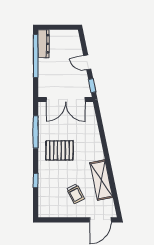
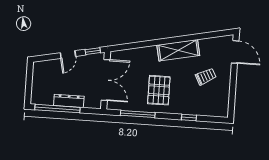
dresser: (44, 44) -> (69, 101), moved
shelving: (101, 180) -> (178, 50), moved

